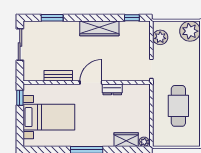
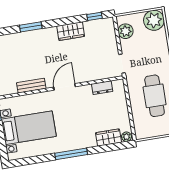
window: (52, 18) -> (31, 27), moved
wardrobe: (99, 28) -> (71, 31), width x0.67
dresser: (112, 89) -> (102, 88), moved

